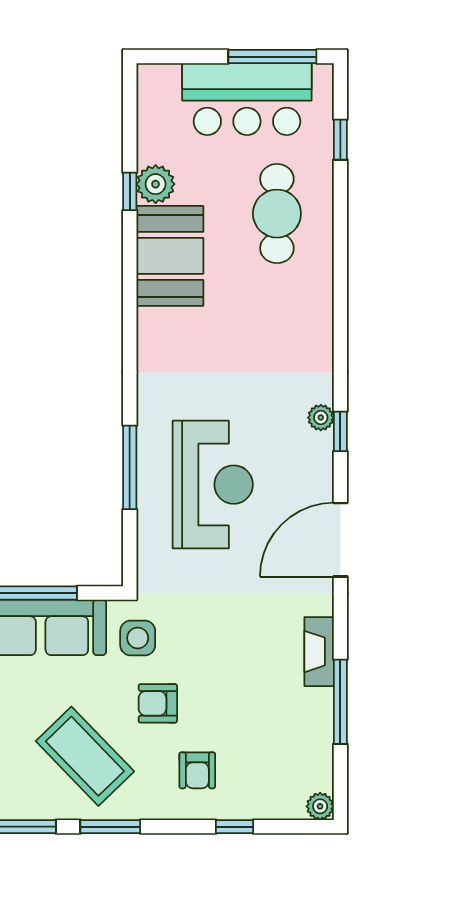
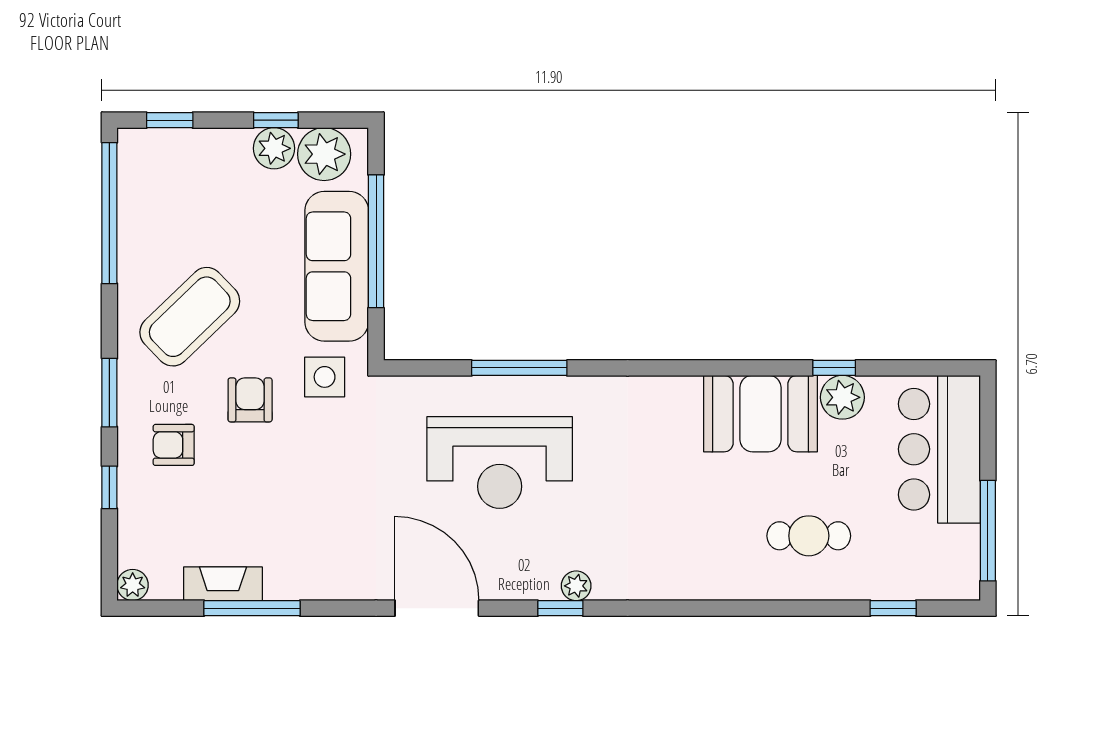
bar counter: (247, 99) -> (939, 449), moved
cafe table: (277, 214) -> (809, 536), width x0.73, depth x0.74
fireplace: (319, 652) -> (223, 584), moved
window: (110, 827) -> (109, 393), moved

